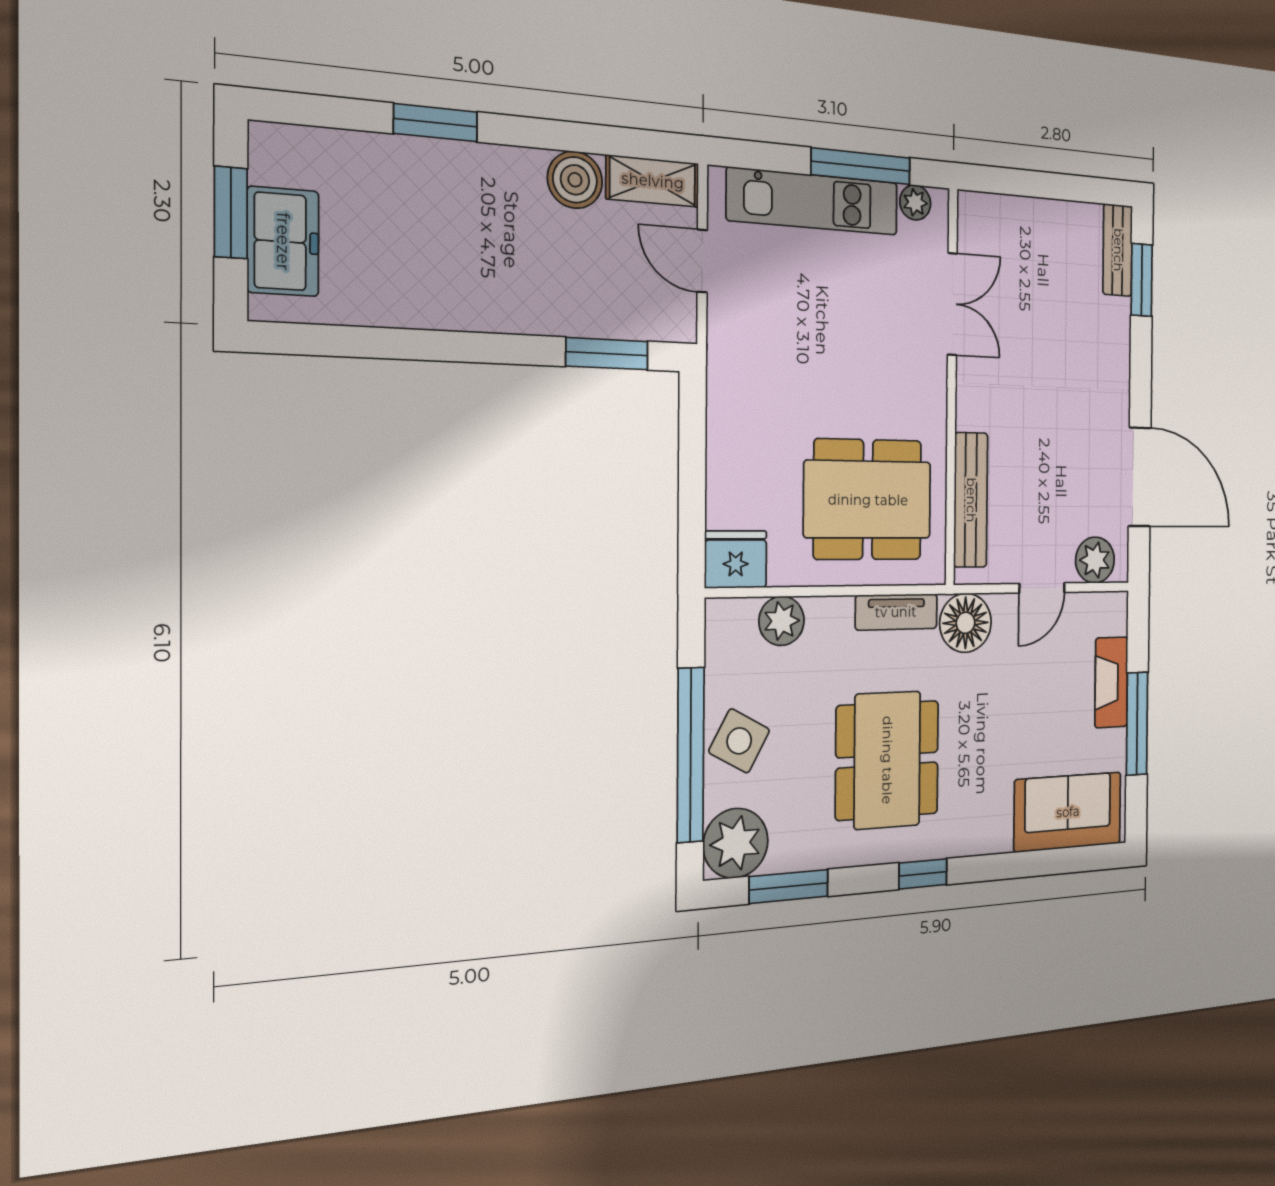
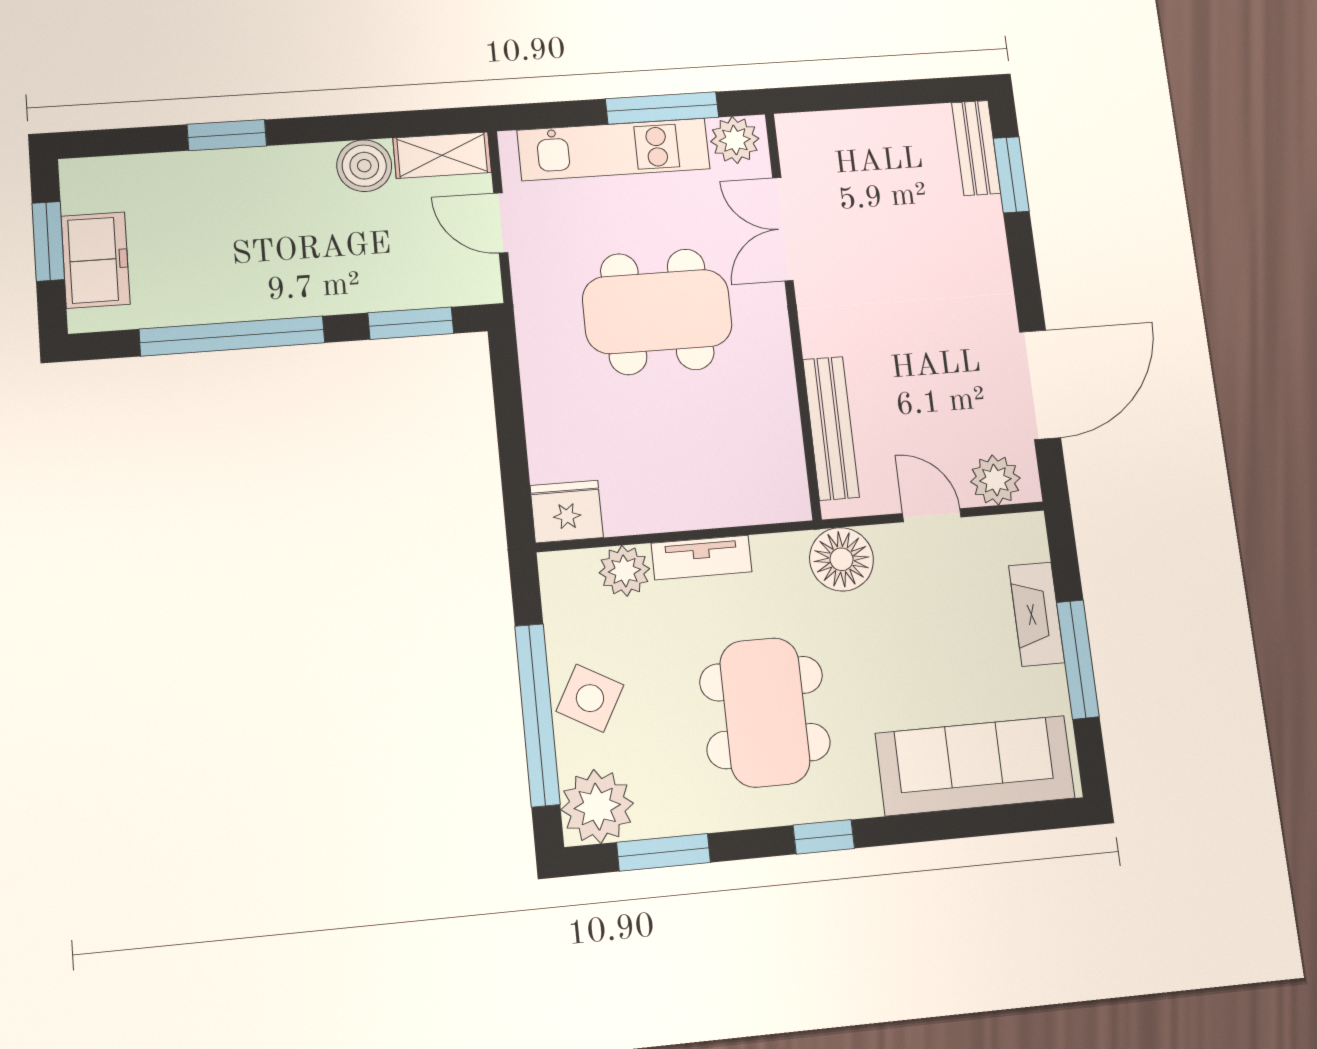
plant: (915, 202) -> (735, 140), width x1.38, depth x1.38
double door: (952, 304) -> (783, 229), swing flipped
window: (426, 345) -> (232, 336), added
door: (1140, 477) -> (1040, 385), hinge flipped
dining table: (868, 500) -> (657, 312), moved
door: (1042, 588) -> (932, 515), swing flipped
tv unit: (896, 612) -> (702, 557), moved
sofa: (1068, 812) -> (975, 766), width x1.36

